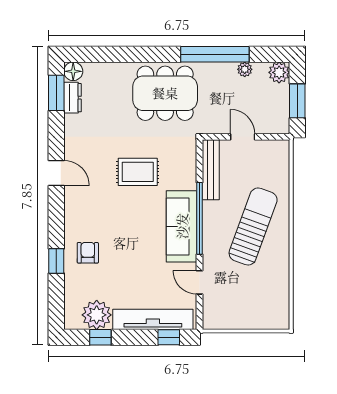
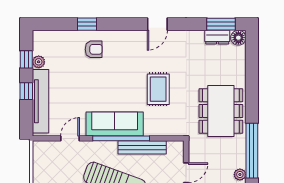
bench: (211, 170) -> (142, 147), moved
plant: (97, 315) -> (39, 62), width x0.53, depth x0.53
window: (169, 337) -> (26, 91), moved

